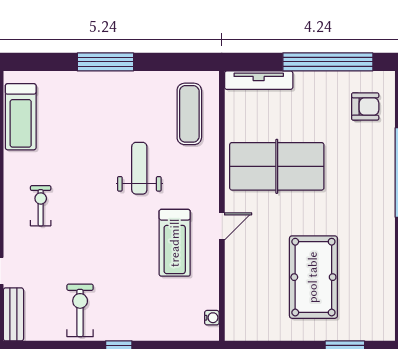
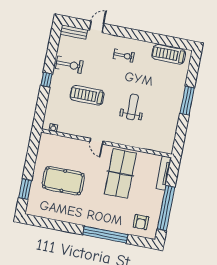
exercise mat: (189, 114) -> (154, 136), removed
weight bench: (139, 168) -> (132, 107), turned -90
treadmill: (175, 243) -> (87, 95), moved

